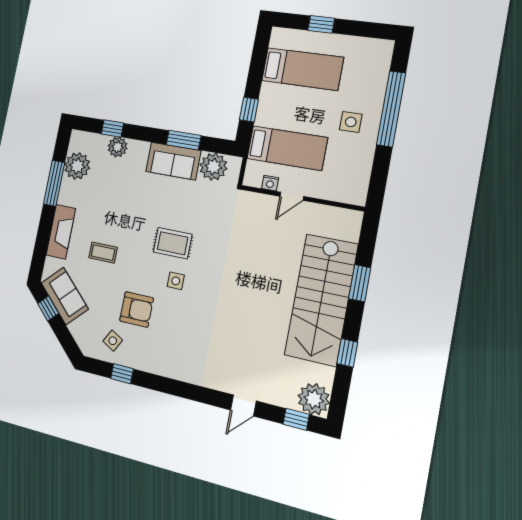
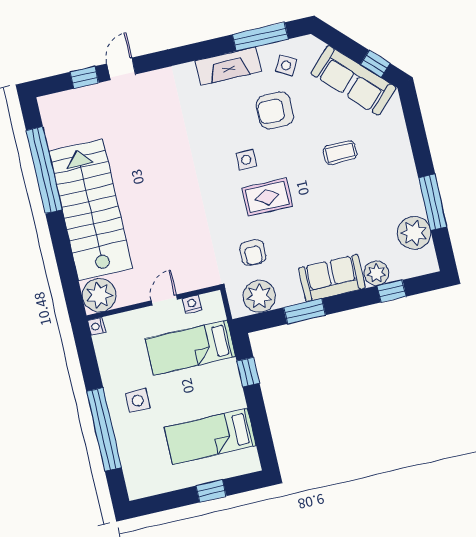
sofa: (173, 161) -> (332, 278), moved
nightstand: (359, 199) -> (97, 326), added
armchair: (203, 204) -> (253, 253), added
fireplace: (61, 232) -> (228, 66), moved, turned -90
window: (360, 283) -> (61, 243), removed
sofa: (65, 296) -> (353, 80), width x1.36
window: (347, 353) -> (44, 170), width x3.17
window: (122, 374) -> (260, 37), width x2.17
plant: (314, 399) -> (99, 295), moved
window: (296, 419) -> (84, 77), moved

